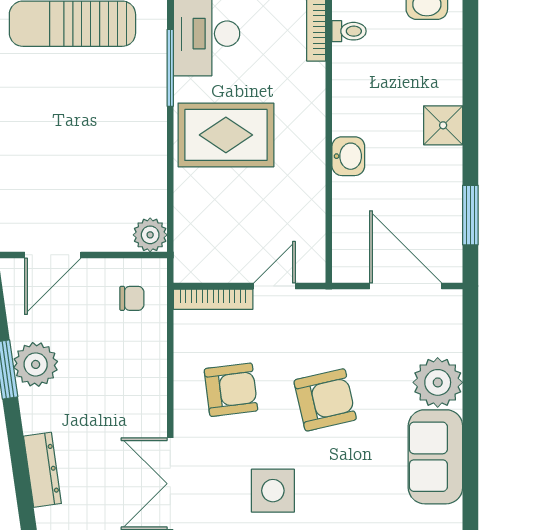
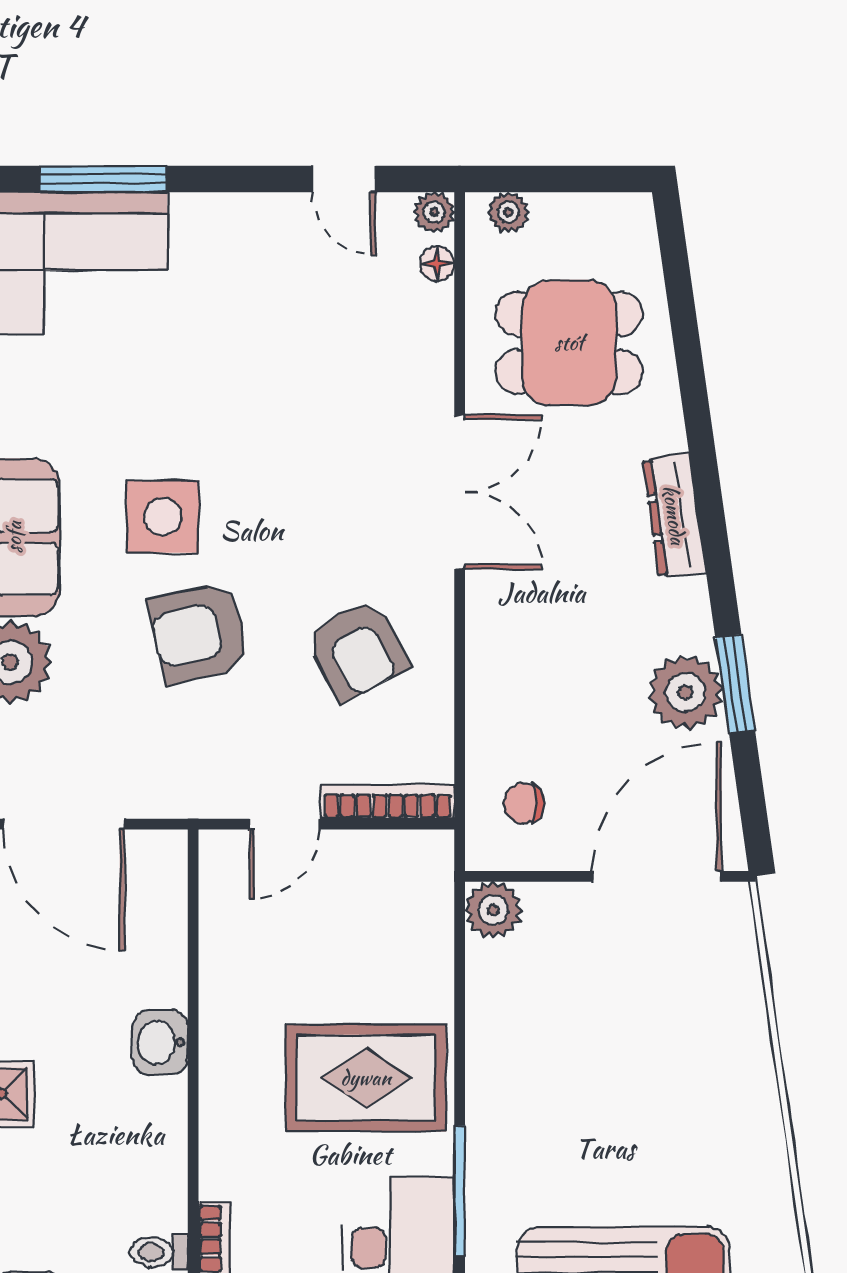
door: (53, 255) -> (657, 876), width x1.36
armchair: (231, 390) -> (357, 650), turned -111
side table: (273, 491) -> (163, 517), moved

